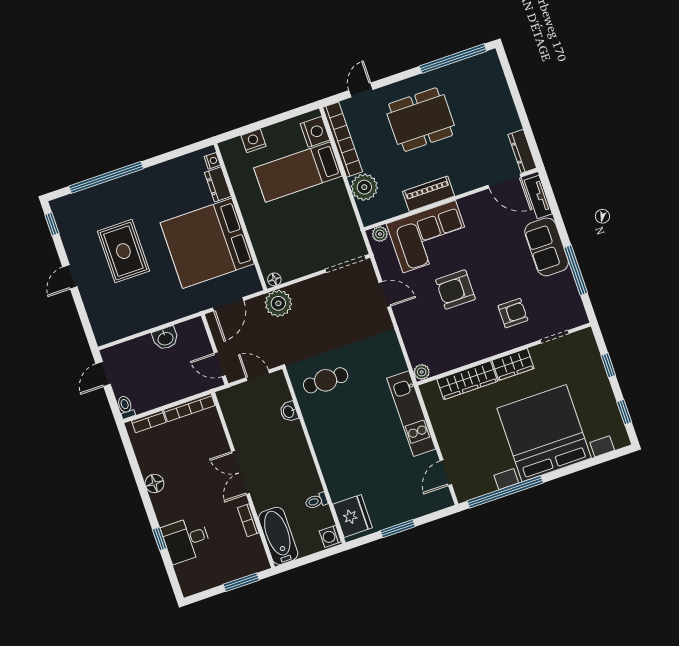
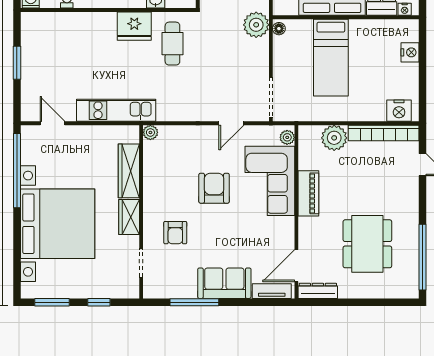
dining table: (421, 120) -> (367, 244), moved
bed: (298, 172) -> (331, 58), moved, turned 180
window: (624, 412) -> (52, 302), width x1.50
fridge: (353, 516) -> (134, 26), moved

